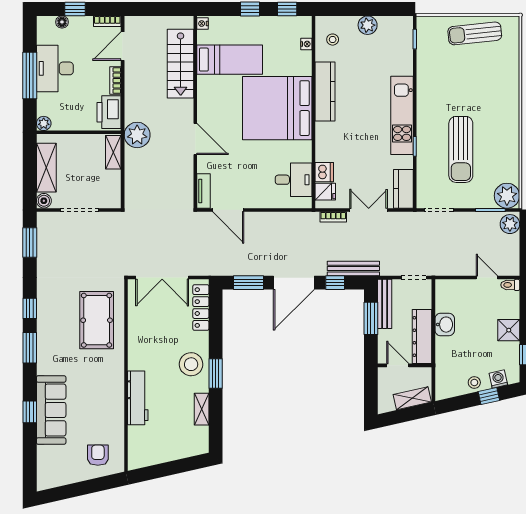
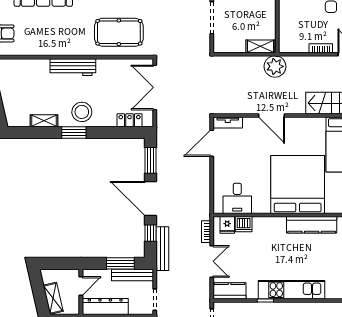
printer: (109, 112) -> (294, 43), removed
door: (195, 139) -> (272, 115), hinge flipped
locker: (201, 308) -> (130, 120), width x0.66
workbench: (138, 398) -> (73, 67), moved

